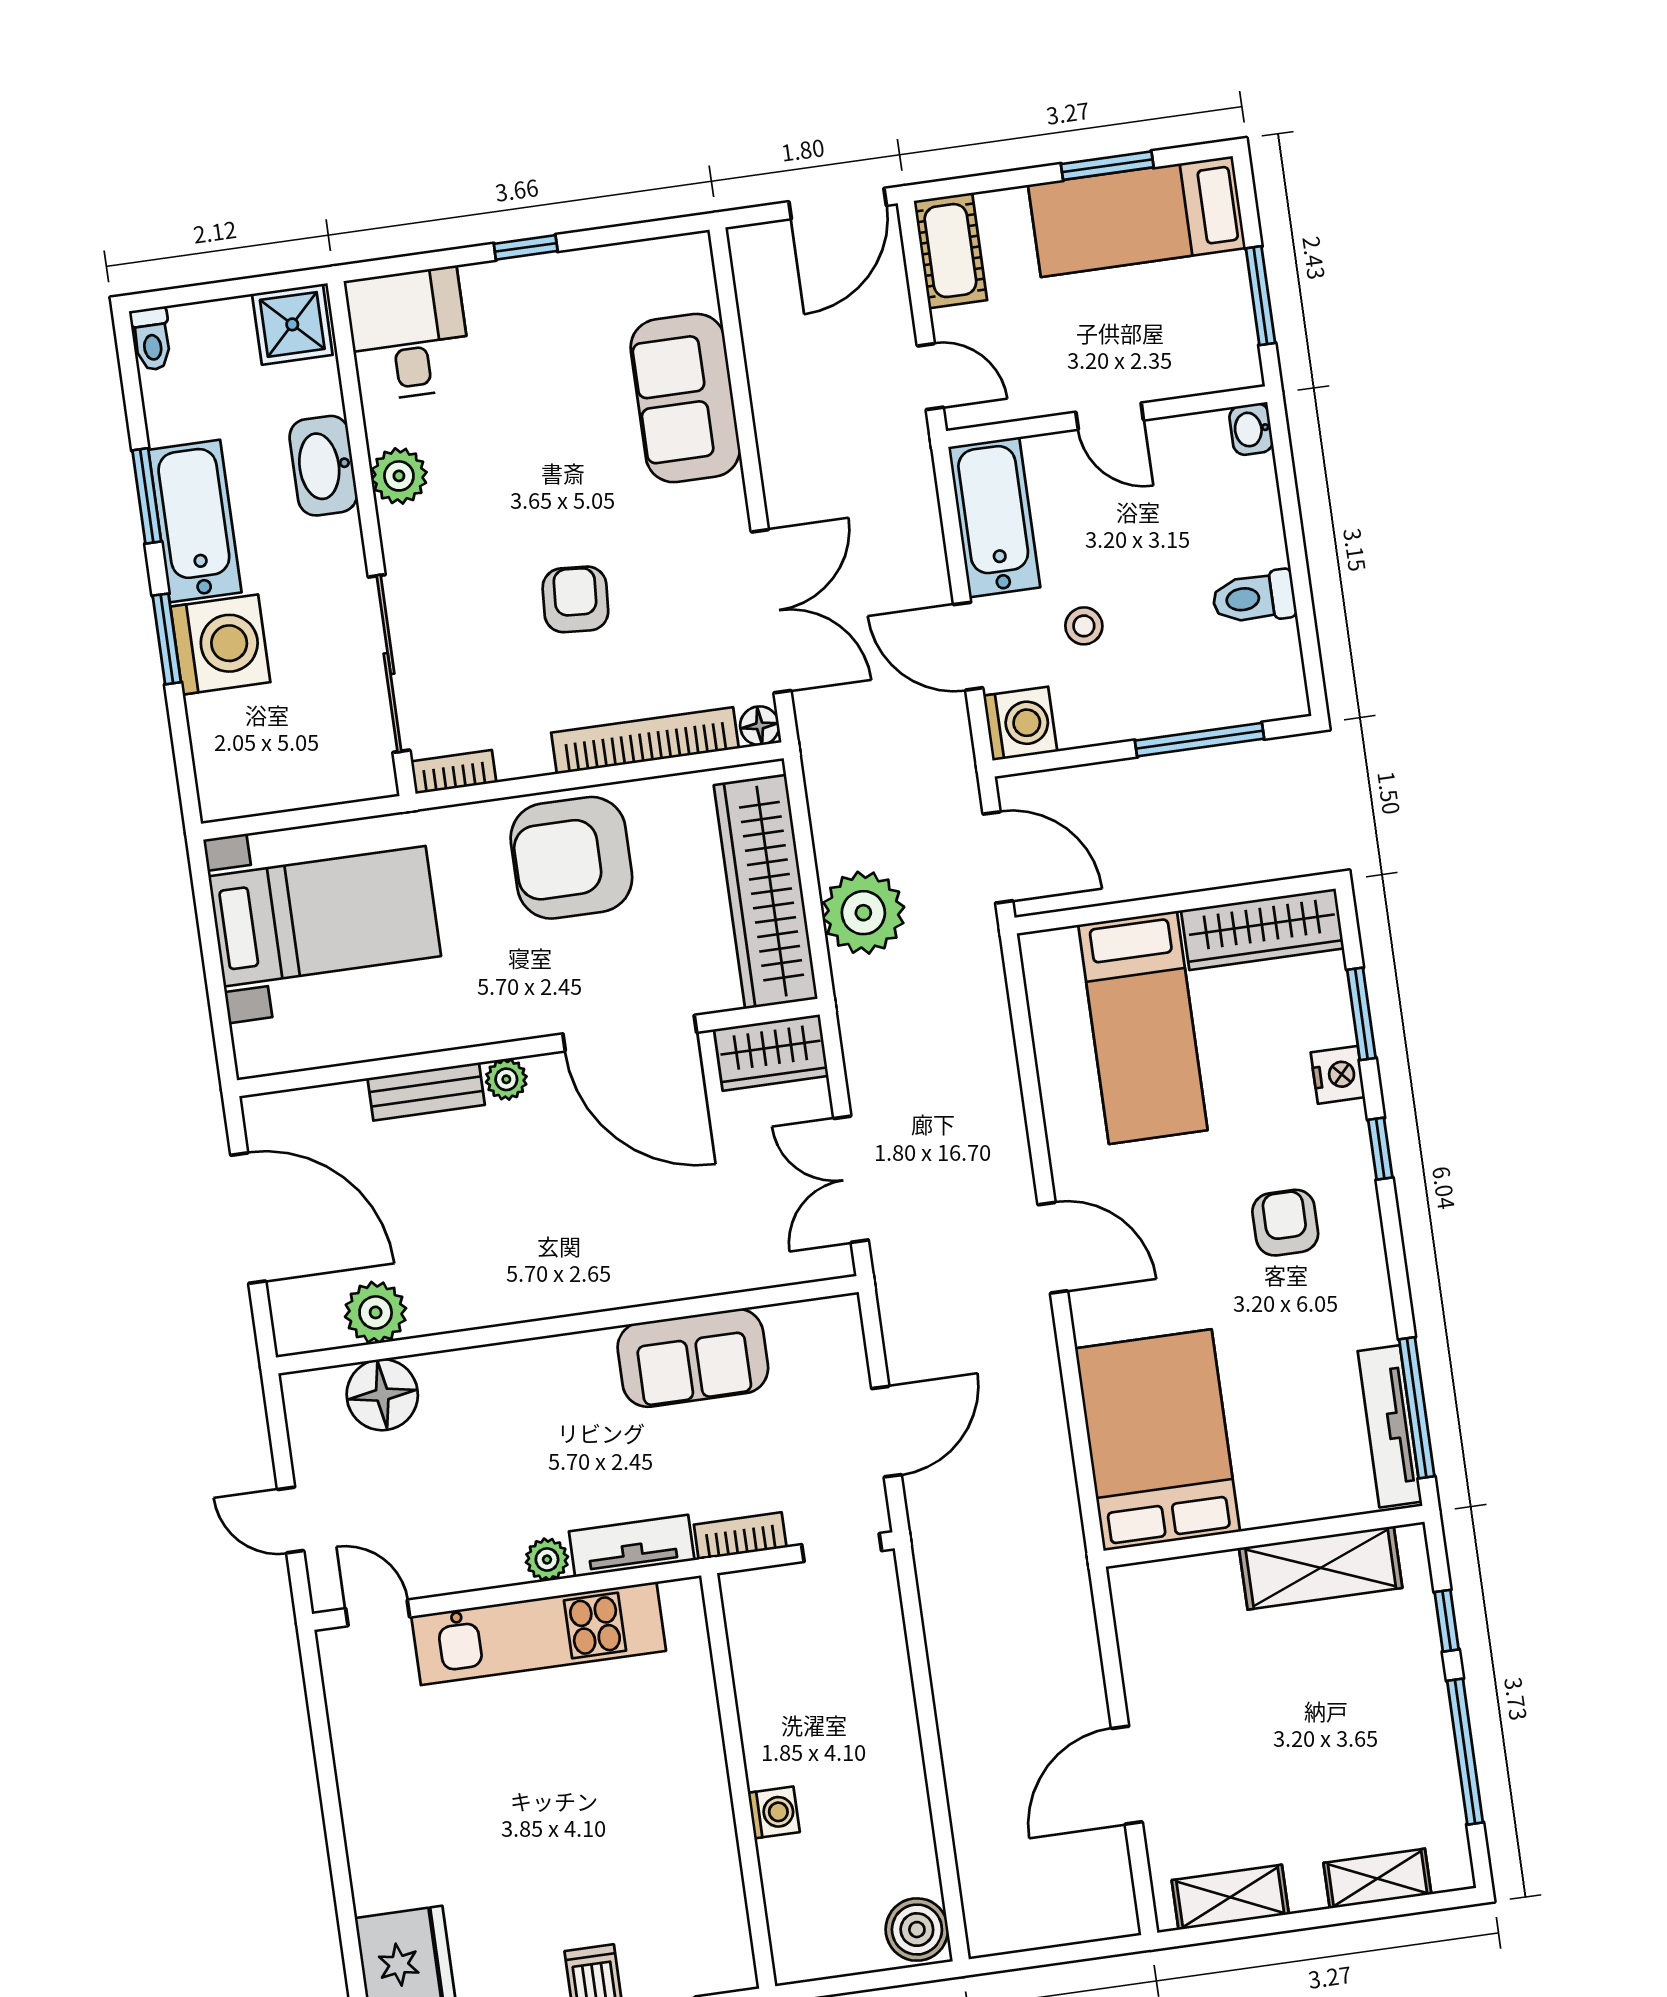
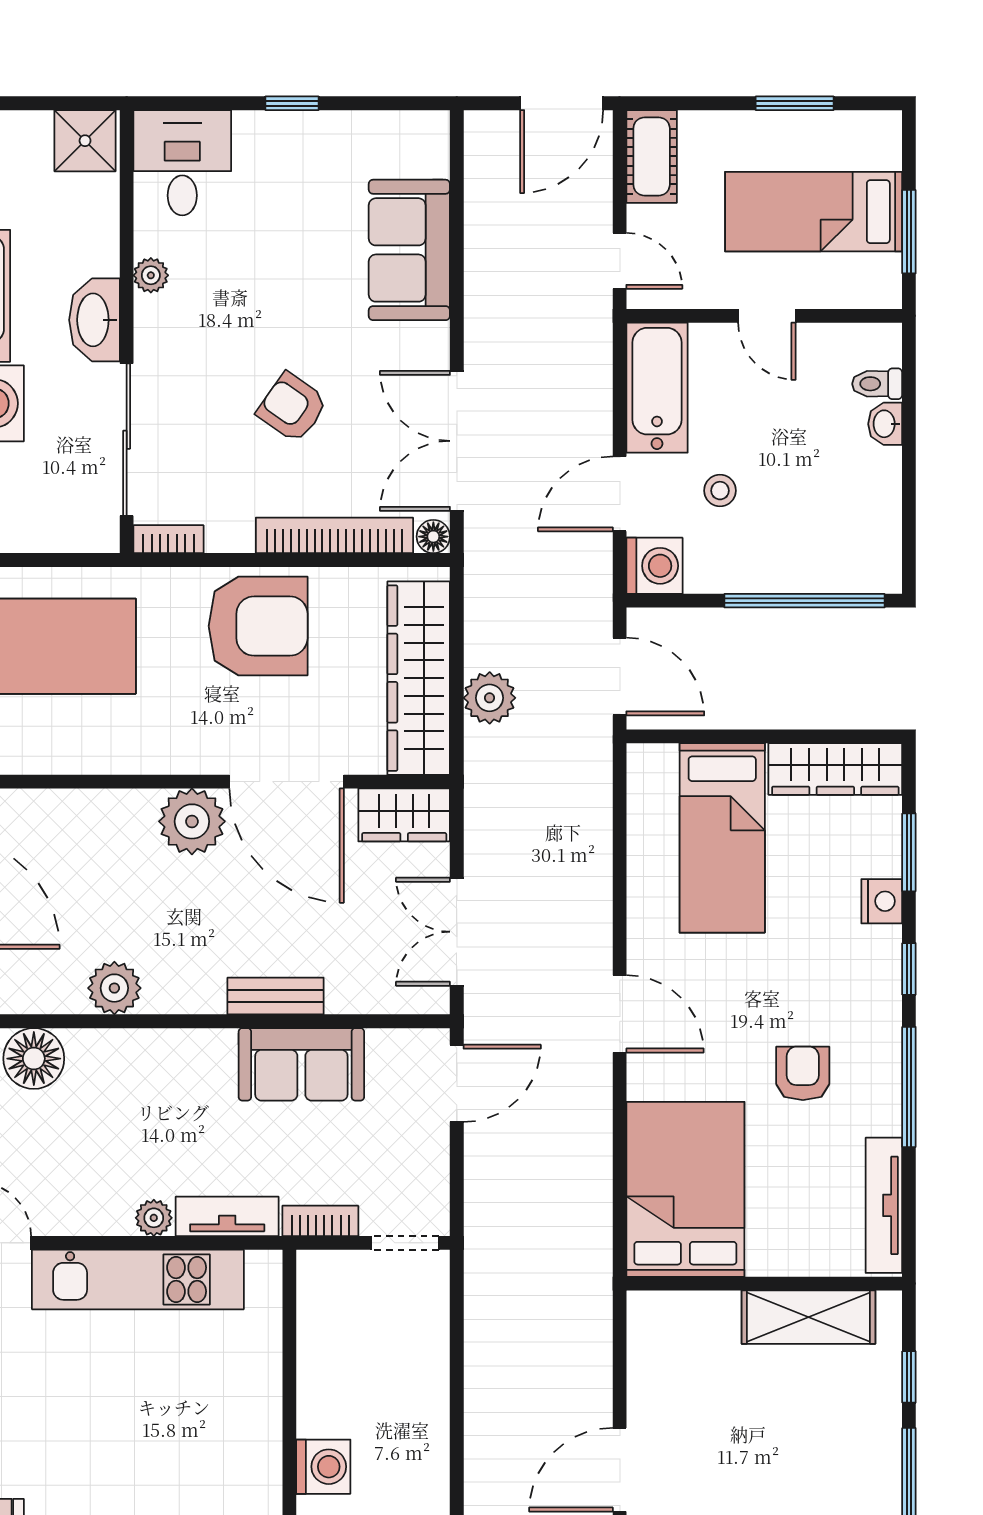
bed: (1137, 217) -> (814, 212), moved
washbasin: (1251, 429) -> (885, 424), moved
washbasin: (323, 466) -> (94, 320), moved
plant: (399, 476) -> (151, 275), width x0.73, depth x0.73
toilet: (1254, 598) -> (877, 384), moved, width x0.73, depth x0.72
armchair: (575, 599) -> (292, 408), turned -59
double door: (771, 611) -> (457, 441), swing flipped
door: (968, 646) -> (620, 494), hinge flipped
window: (1200, 740) -> (804, 601), width x1.46
armchair: (571, 858) -> (258, 626), turned 180
plant: (863, 913) -> (490, 698), width x0.73, depth x0.73
plant: (506, 1079) -> (192, 821), width x1.88, depth x1.88
bench: (426, 1091) -> (276, 996), moved
armchair: (1285, 1223) -> (803, 1073), moved
plant: (376, 1312) -> (114, 988), moved
window: (1417, 1408) -> (909, 1087), moved
door: (886, 1432) -> (457, 1083), moved
washing machine: (774, 1812) -> (323, 1467), width x1.38, depth x1.38

